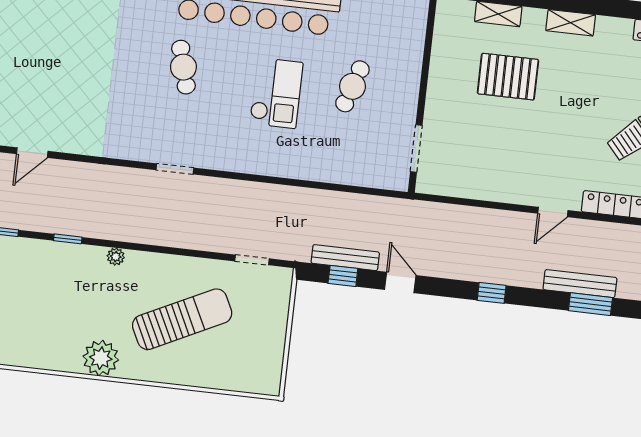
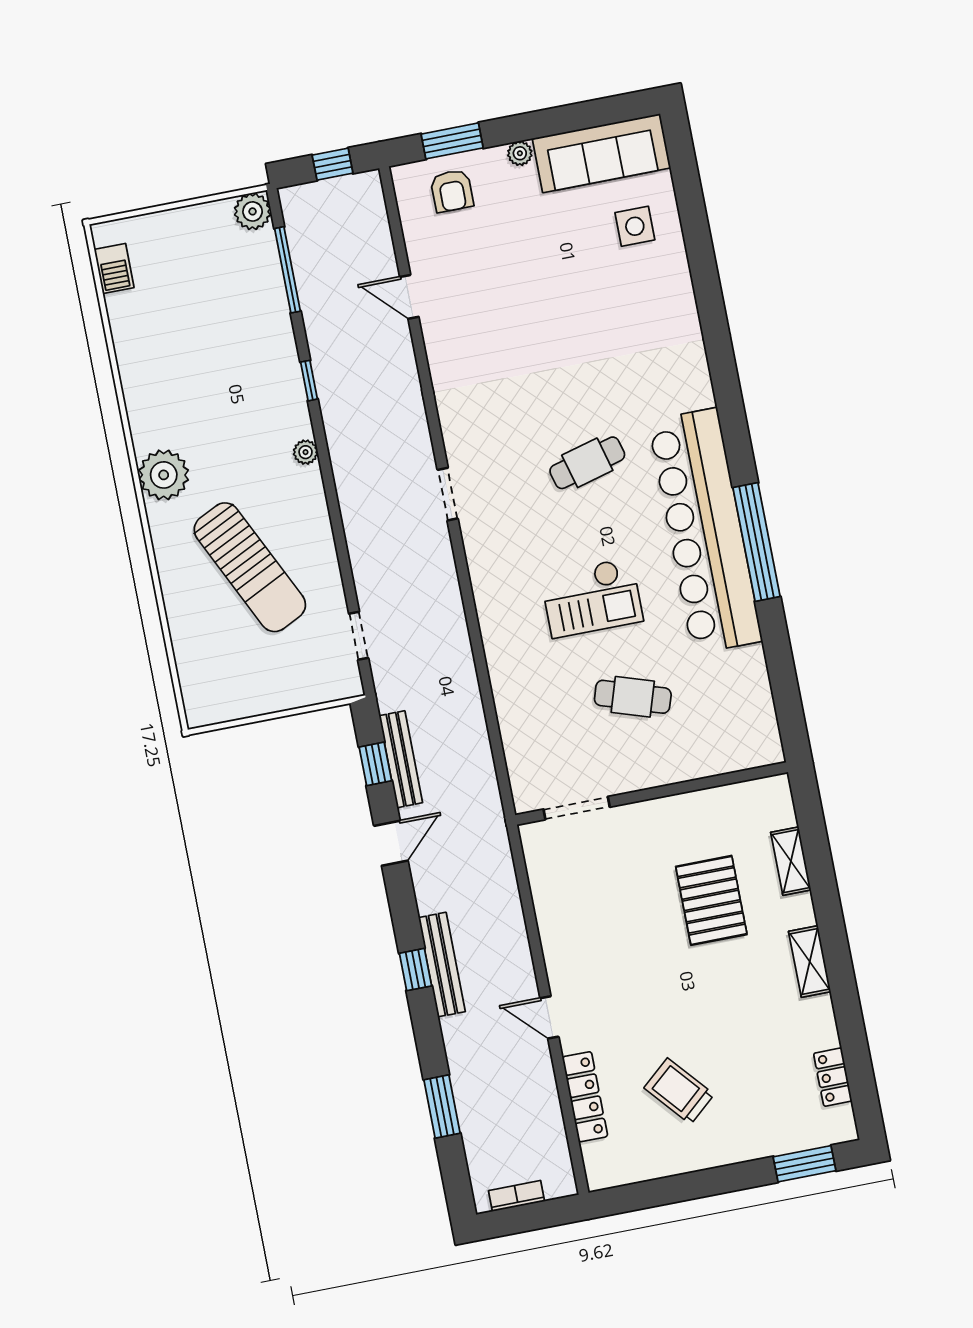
bench: (580, 284) -> (442, 965), moved

